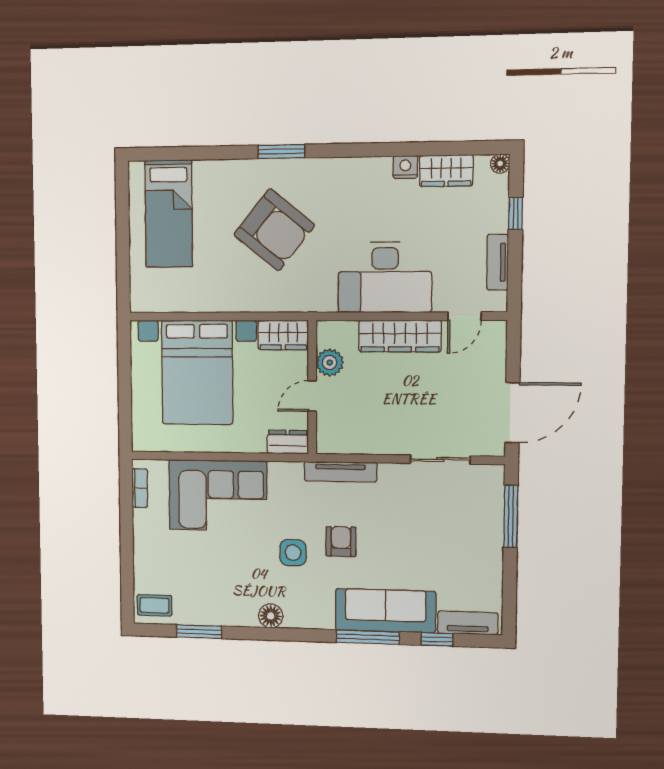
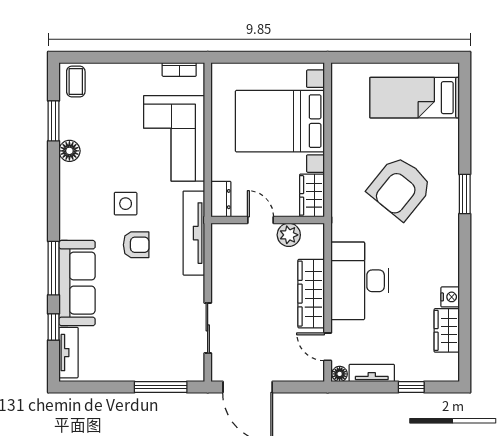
floor lamp: (500, 164) -> (340, 374), moved
tv unit: (341, 472) -> (194, 233), width x1.36, depth x1.29
floor lamp: (271, 616) -> (69, 151), moved

